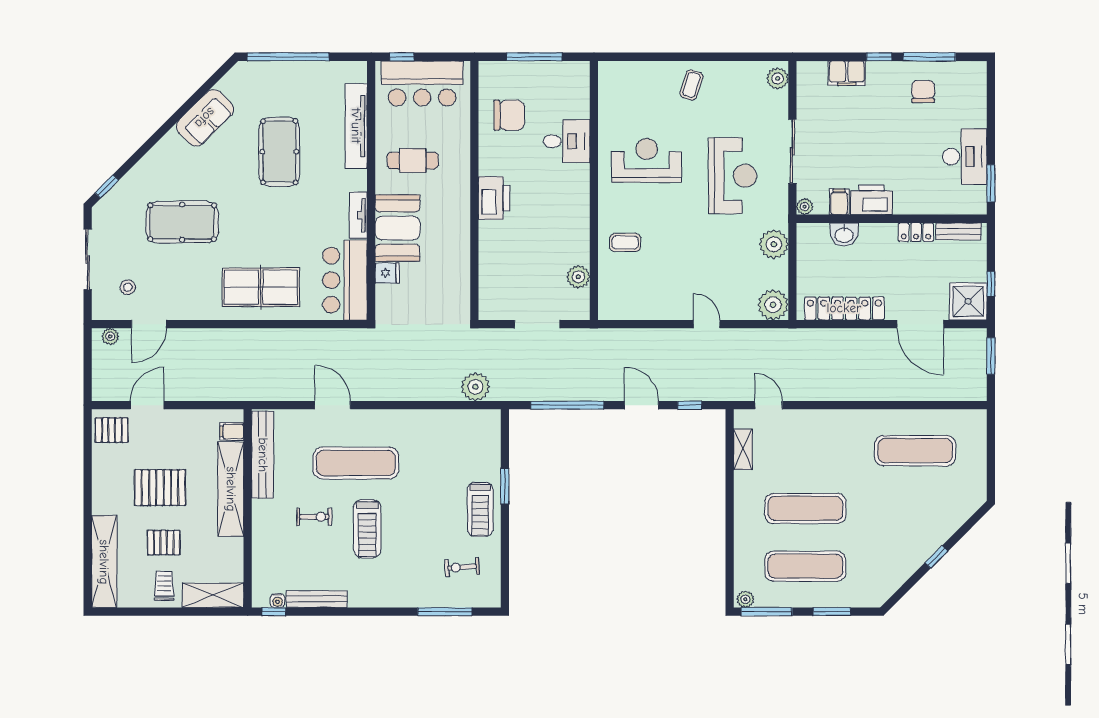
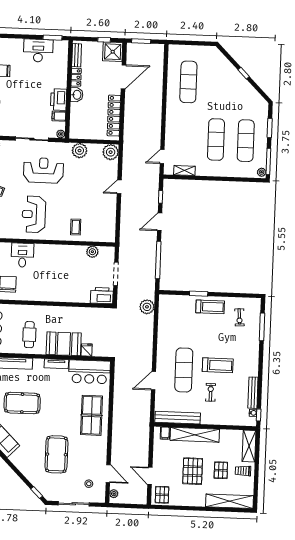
printer: (494, 198) -> (102, 296), moved
washbasin: (844, 235) -> (77, 95), moved

